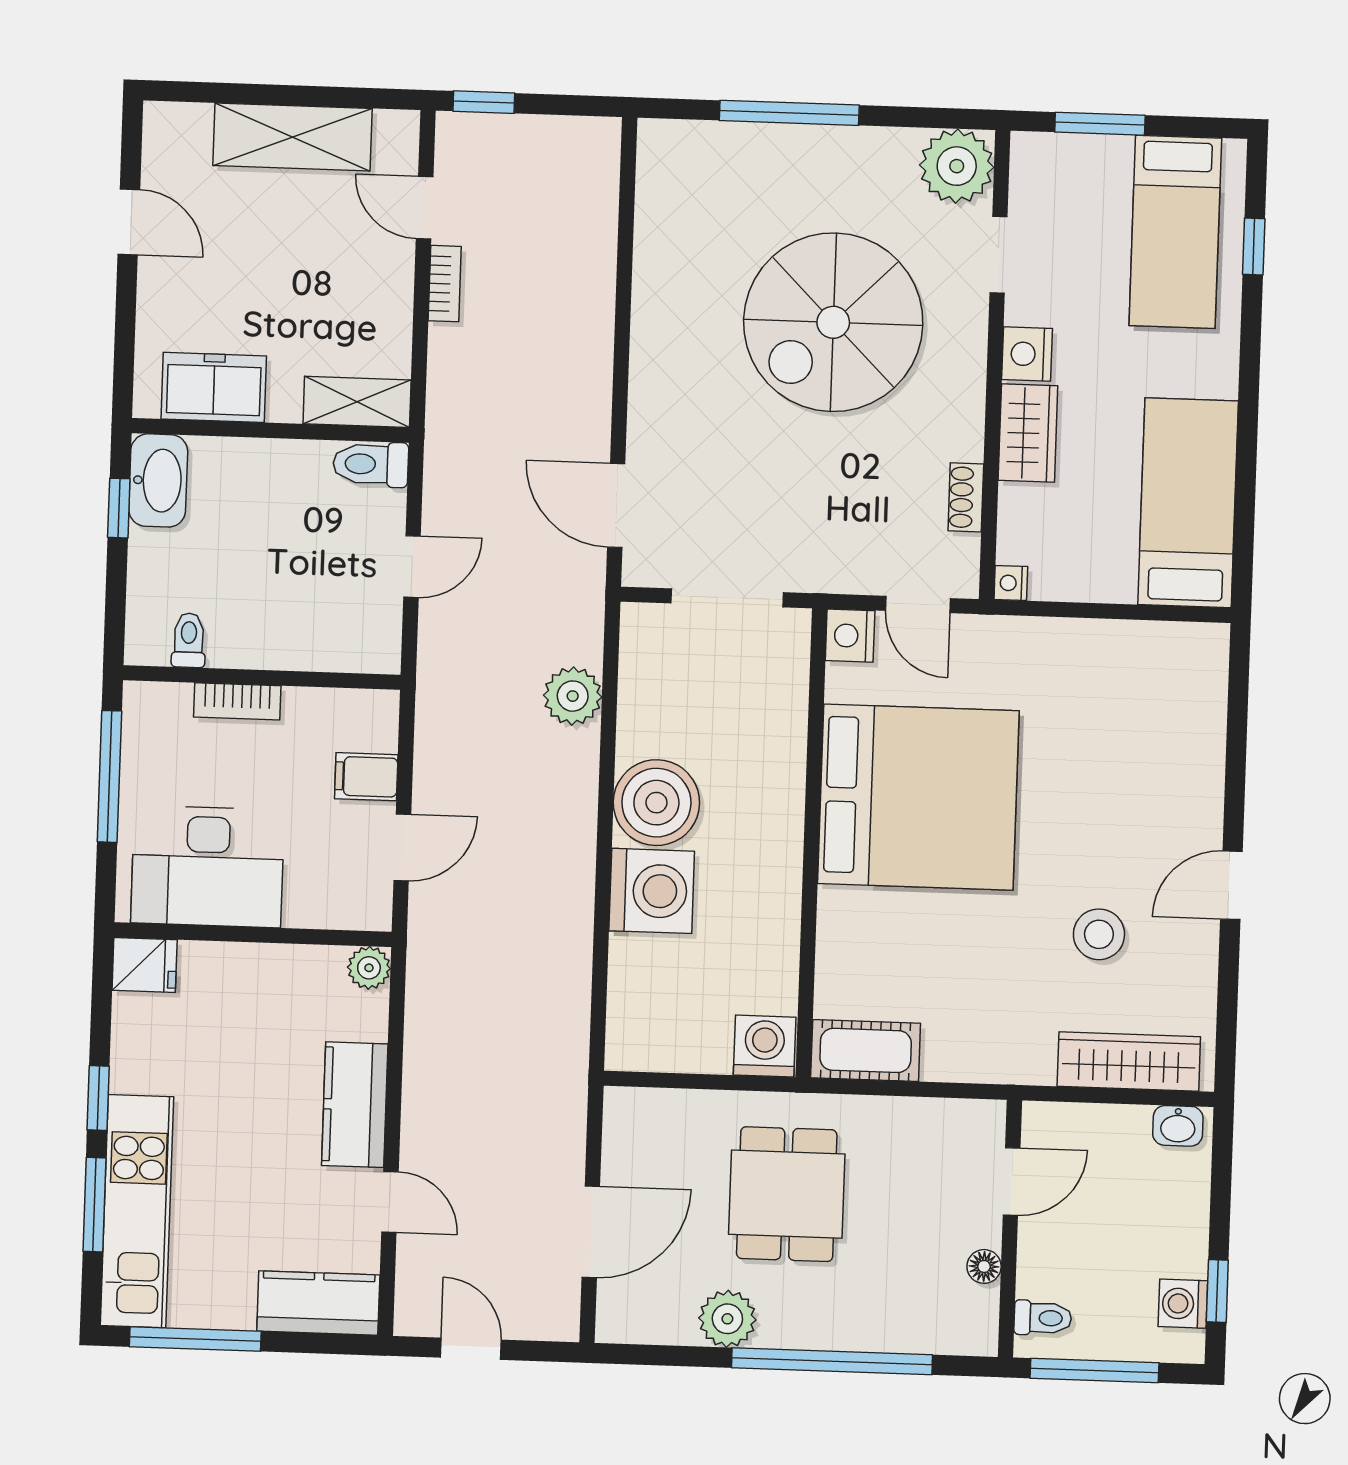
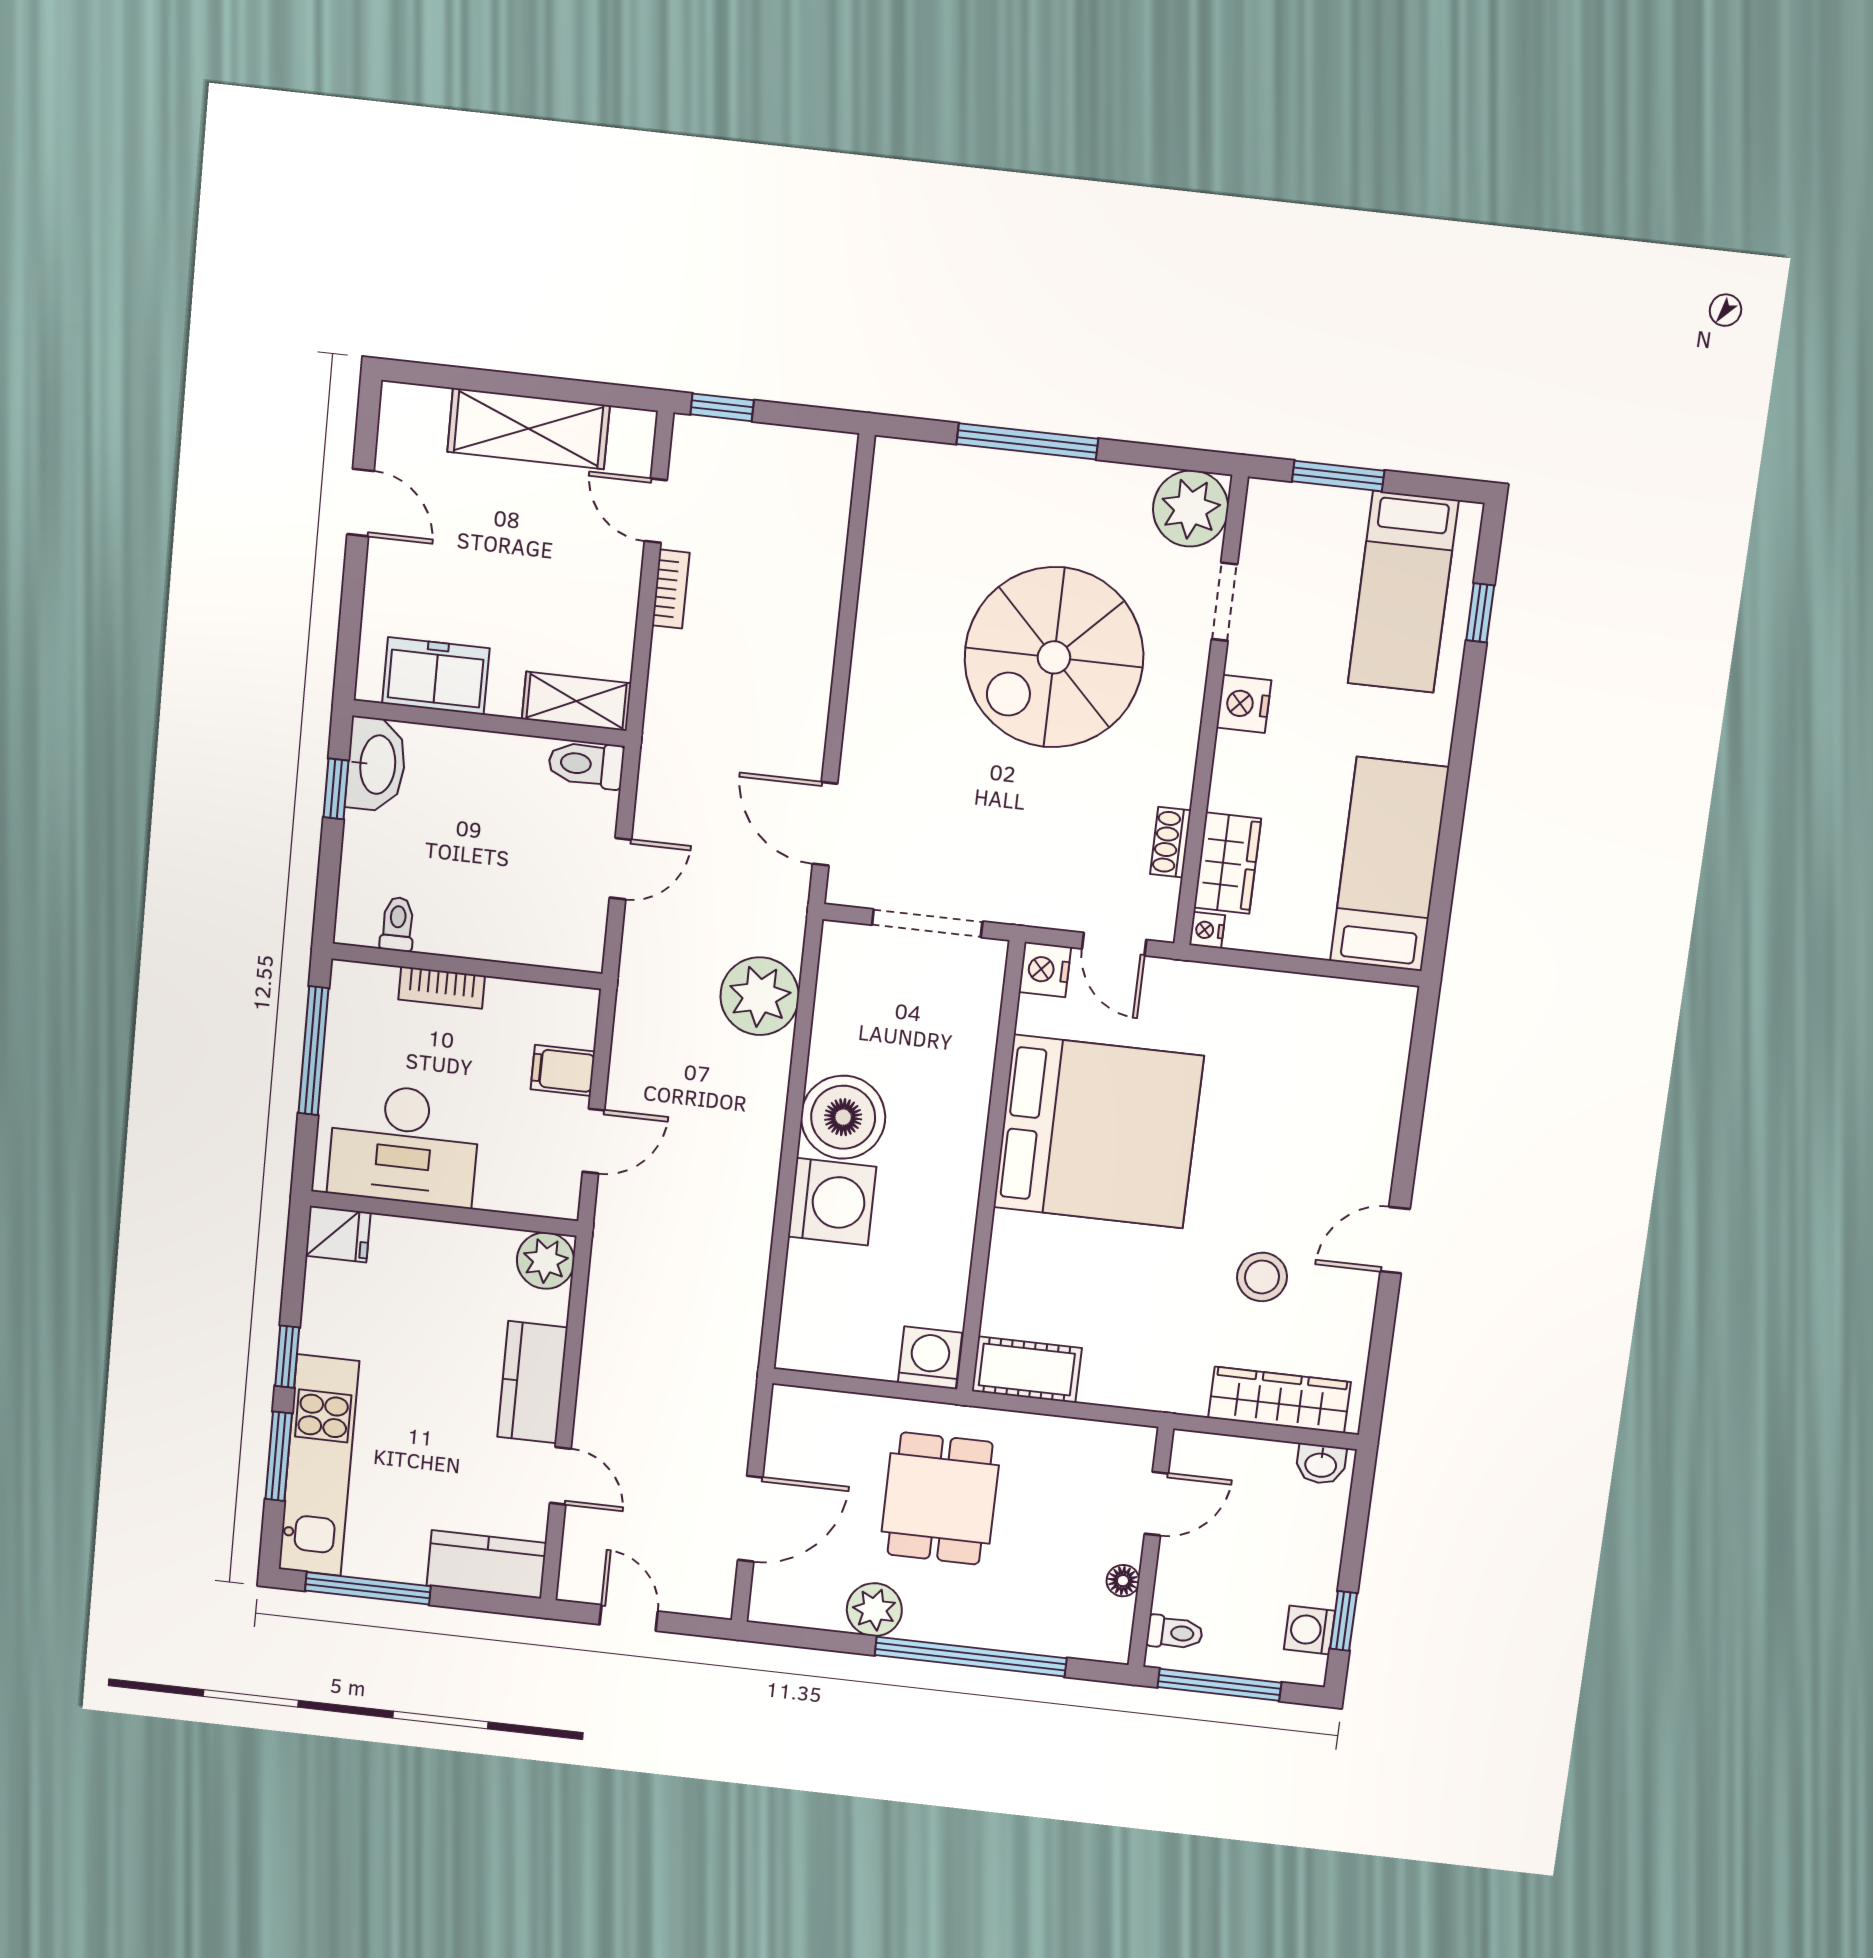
wardrobe: (1028, 433) -> (1227, 863), moved
plant: (573, 696) -> (760, 996), width x1.36, depth x1.36
plant: (369, 968) -> (546, 1261), width x1.38, depth x1.38

